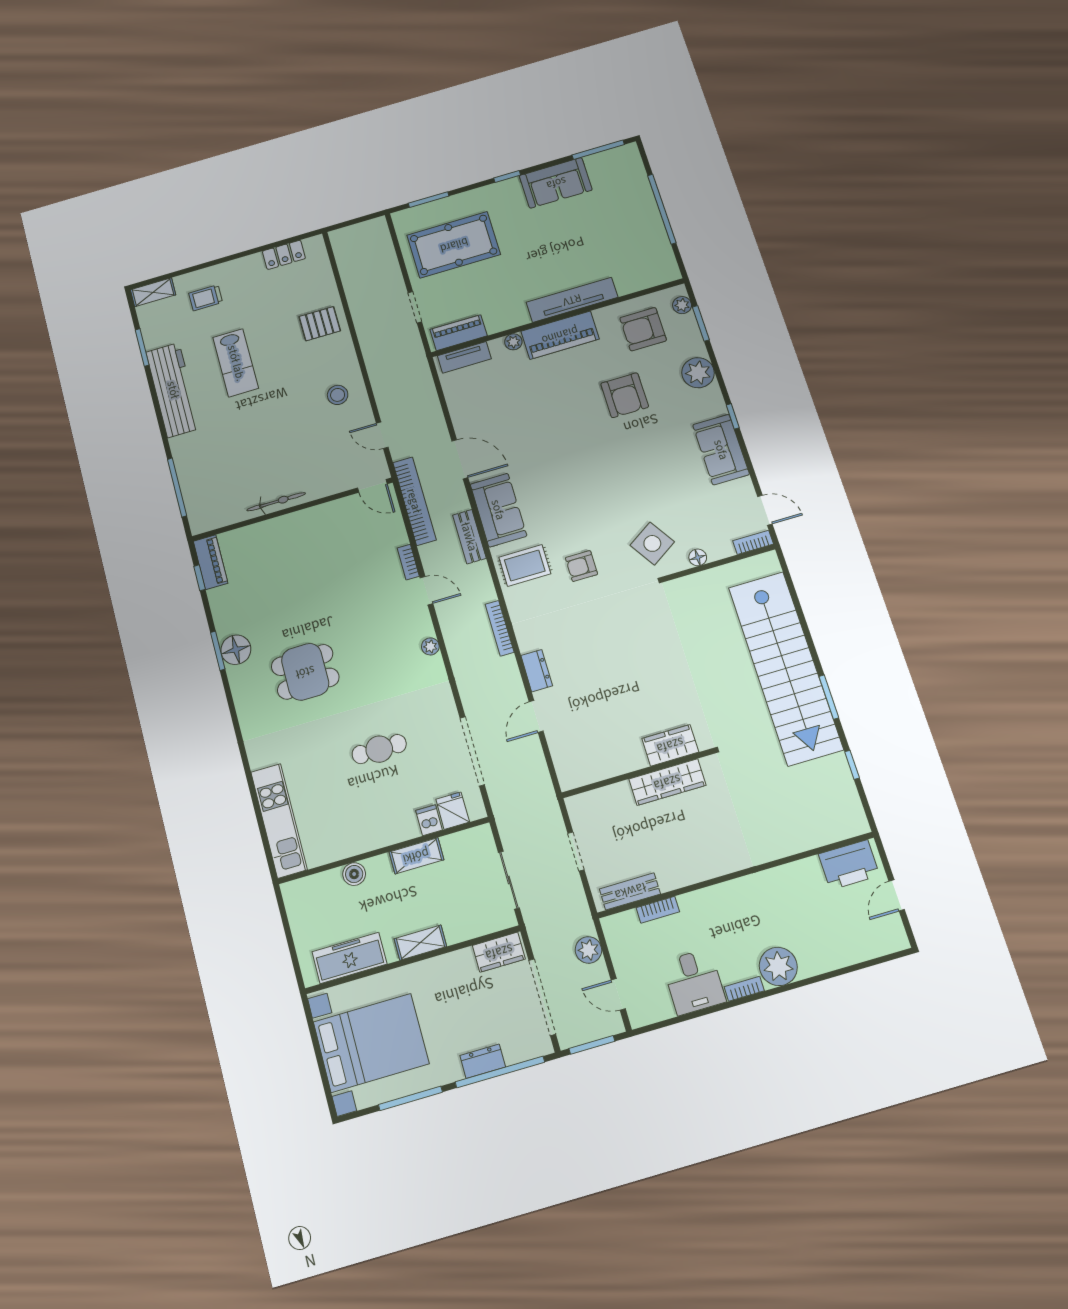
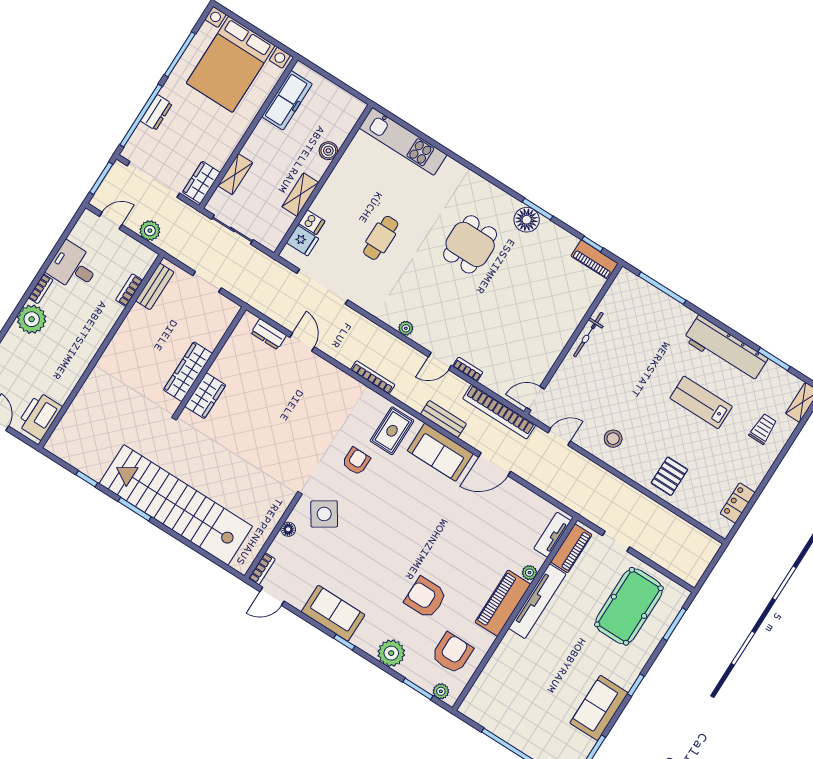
tv unit: (572, 300) -> (537, 601), moved
dresser: (537, 671) -> (269, 334), moved
shelving: (420, 943) -> (235, 174), moved

